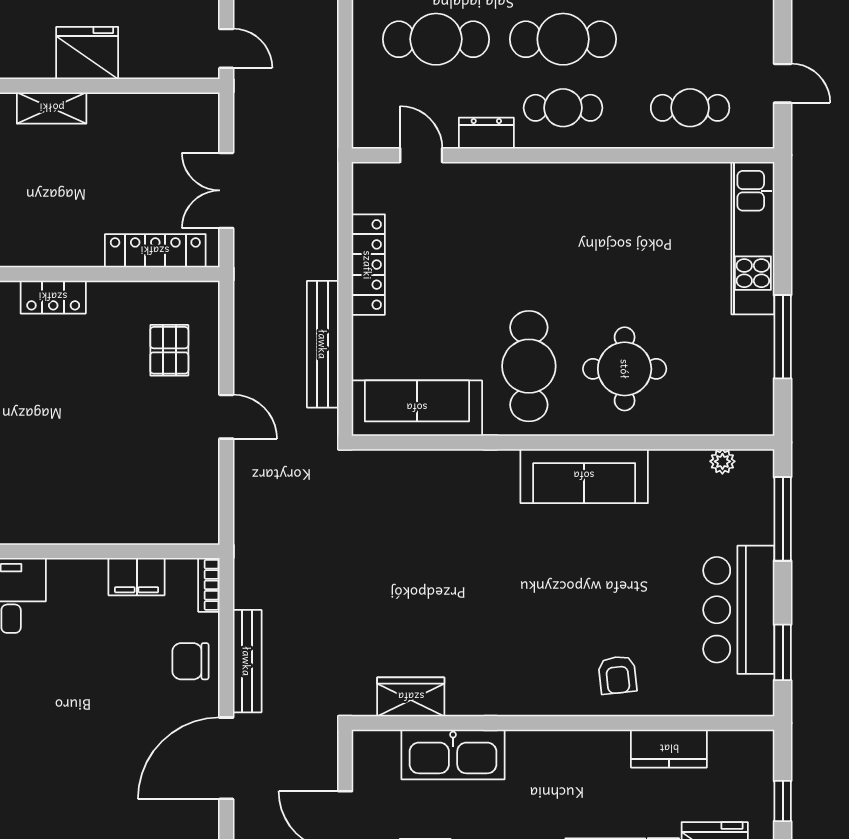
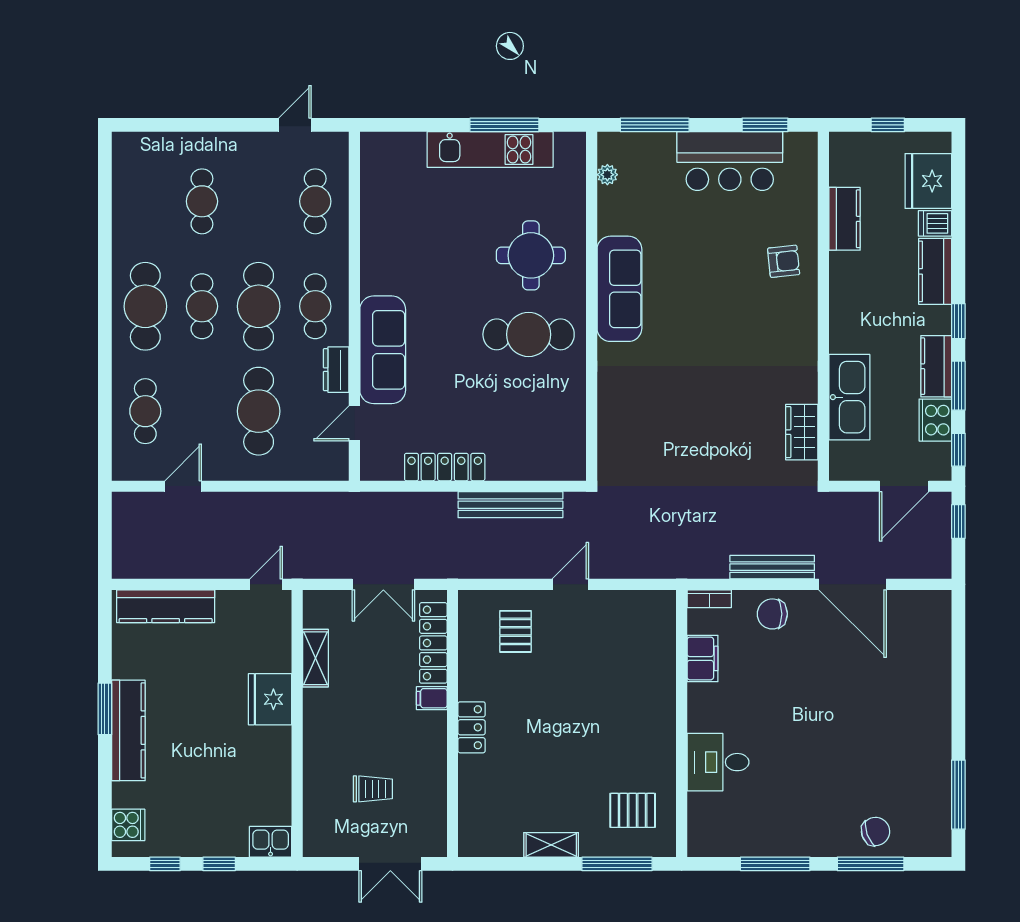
shelving: (52, 108) -> (315, 658), moved
kitchen unit: (753, 238) -> (490, 149), moved
filing cabinet: (88, 249) -> (432, 698), added
pallet: (169, 350) -> (515, 631), turned 90
sofa: (417, 408) -> (383, 350), moved, turned 180
chair: (190, 661) -> (772, 614), turned 90

